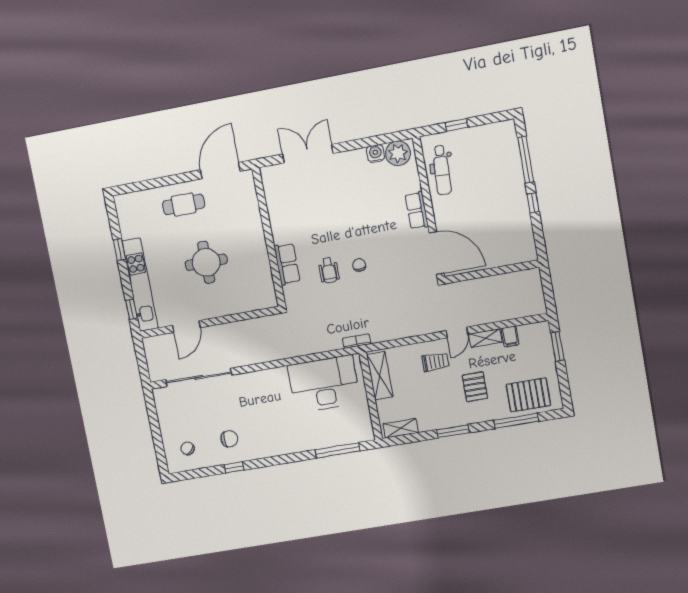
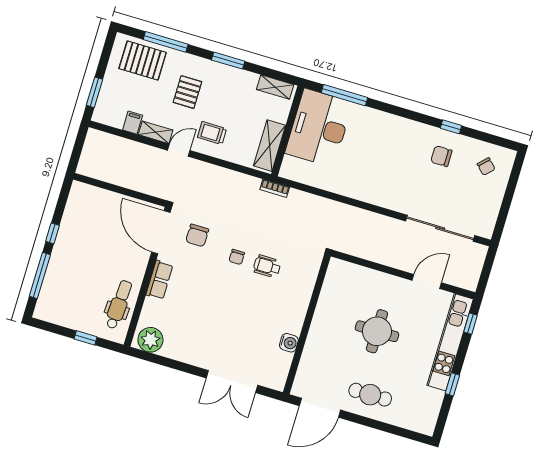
water cooler: (375, 154) -> (289, 343), moved, turned -90
row of seats: (287, 264) -> (303, 292), removed
chair: (403, 266) -> (197, 235), added
wheelchair: (329, 270) -> (267, 266), turned -90
desk: (324, 384) -> (319, 128), moved, turned 90

